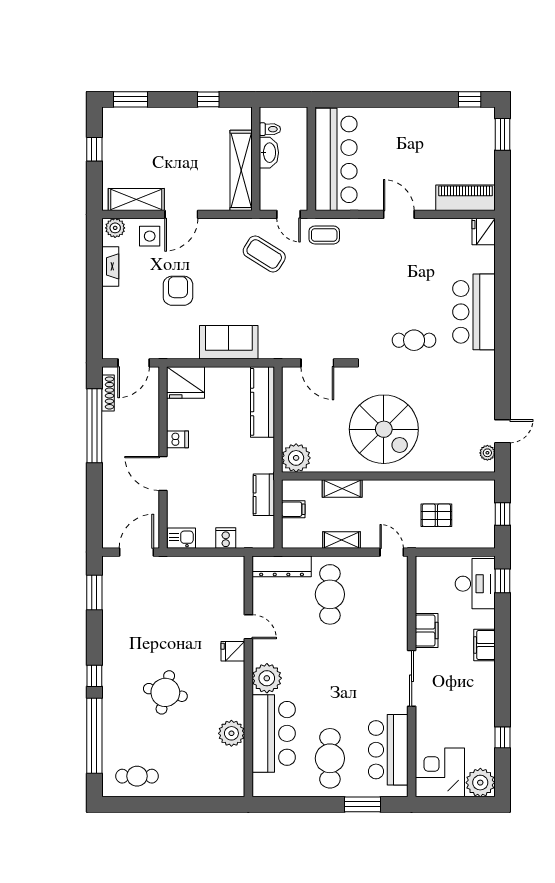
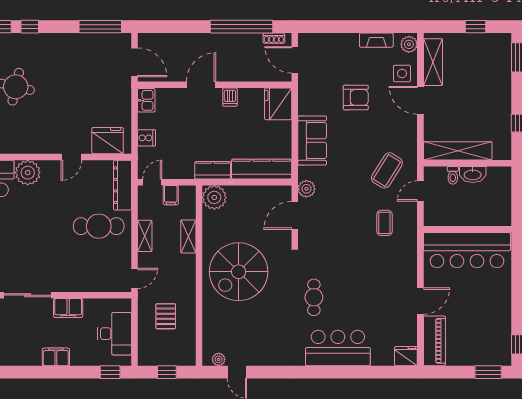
toilet: (270, 129) -> (453, 175), moved
wall: (311, 159) -> (468, 229), moved
bar counter: (336, 159) -> (467, 250), moved
door: (399, 214) -> (420, 301), moved
coffee table: (324, 235) -> (384, 223), moved
plant: (286, 349) -> (306, 189), added
shoe rack: (108, 393) -> (274, 38), width x0.70
kitchen counter: (264, 495) -> (213, 170), moved
door: (278, 531) -> (152, 182), added
desk: (475, 584) -> (115, 334), moved, turned -90
window: (94, 593) -> (100, 27), width x1.44
fridge: (233, 651) -> (108, 141), moved, width x1.88, depth x1.34

